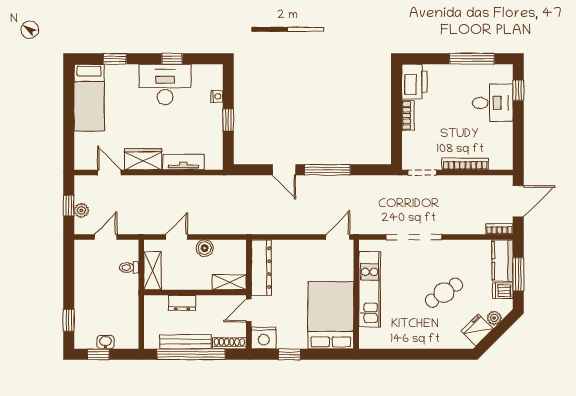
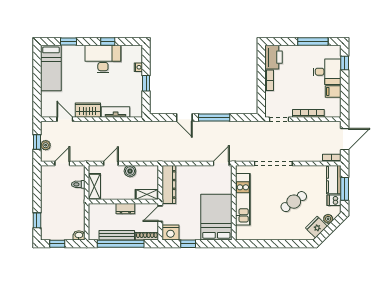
filing cabinet: (502, 132) -> (333, 91), added
dresser: (182, 303) -> (125, 209), moved
washbasin: (105, 342) -> (79, 235), moved

